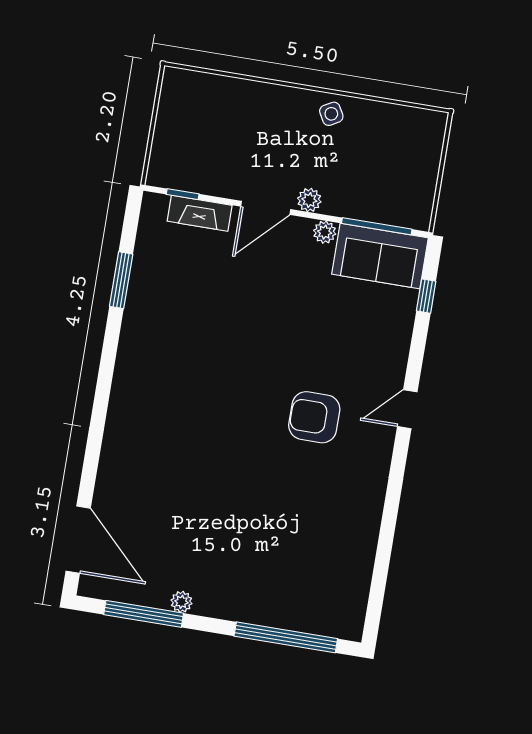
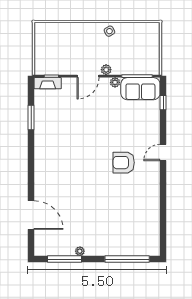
fireplace: (200, 213) -> (48, 83), moved
door: (78, 540) -> (31, 215), moved

